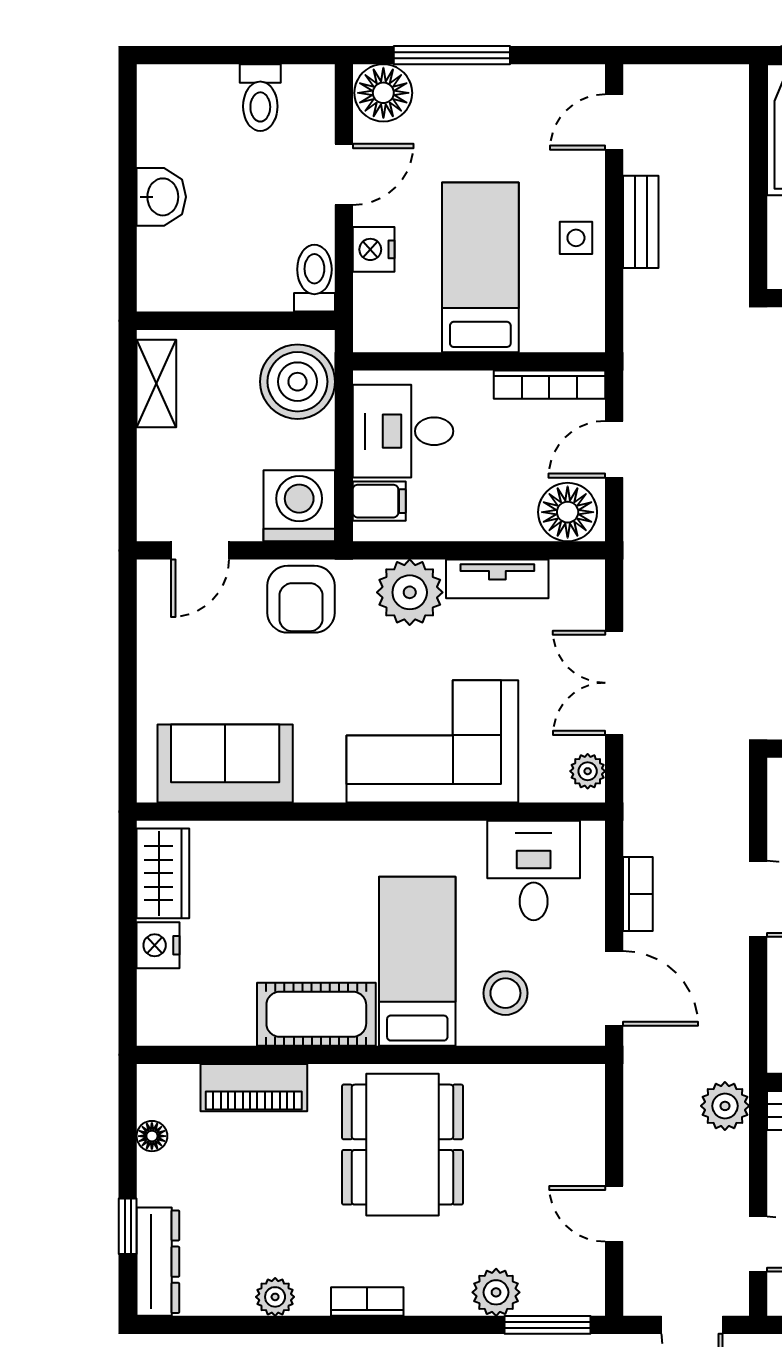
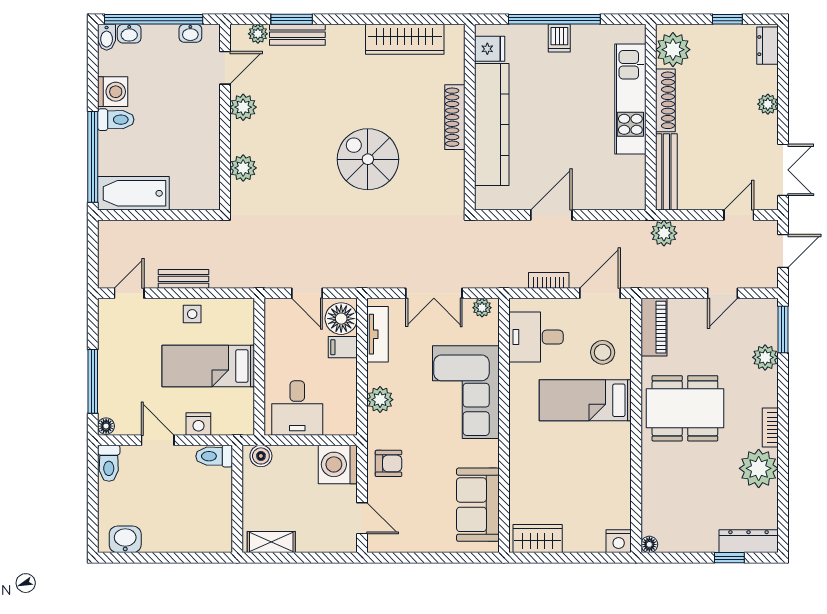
floor lamp: (383, 93) -> (106, 426), width x0.53, depth x0.53
toilet: (260, 98) -> (109, 463), moved, turned 90
door: (614, 122) -> (129, 293), swing flipped
washbasin: (161, 197) -> (125, 539), moved
boiler: (297, 382) -> (261, 456), width x0.54, depth x0.54
bookcase: (549, 385) -> (272, 328), removed
filing cabinet: (379, 501) -> (343, 347), moved, turned -90
tv unit: (497, 579) -> (378, 334), moved
plant: (410, 592) -> (380, 400), width x0.73, depth x0.73
armchair: (301, 599) -> (389, 463), width x0.72, depth x0.72
nightstand: (158, 945) -> (619, 541), moved
cot: (316, 1014) -> (614, 455), removed
piano: (254, 1088) -> (654, 327), moved
floor lamp: (152, 1136) -> (649, 544), moved
plant: (275, 1297) -> (759, 468), width x1.87, depth x1.87

